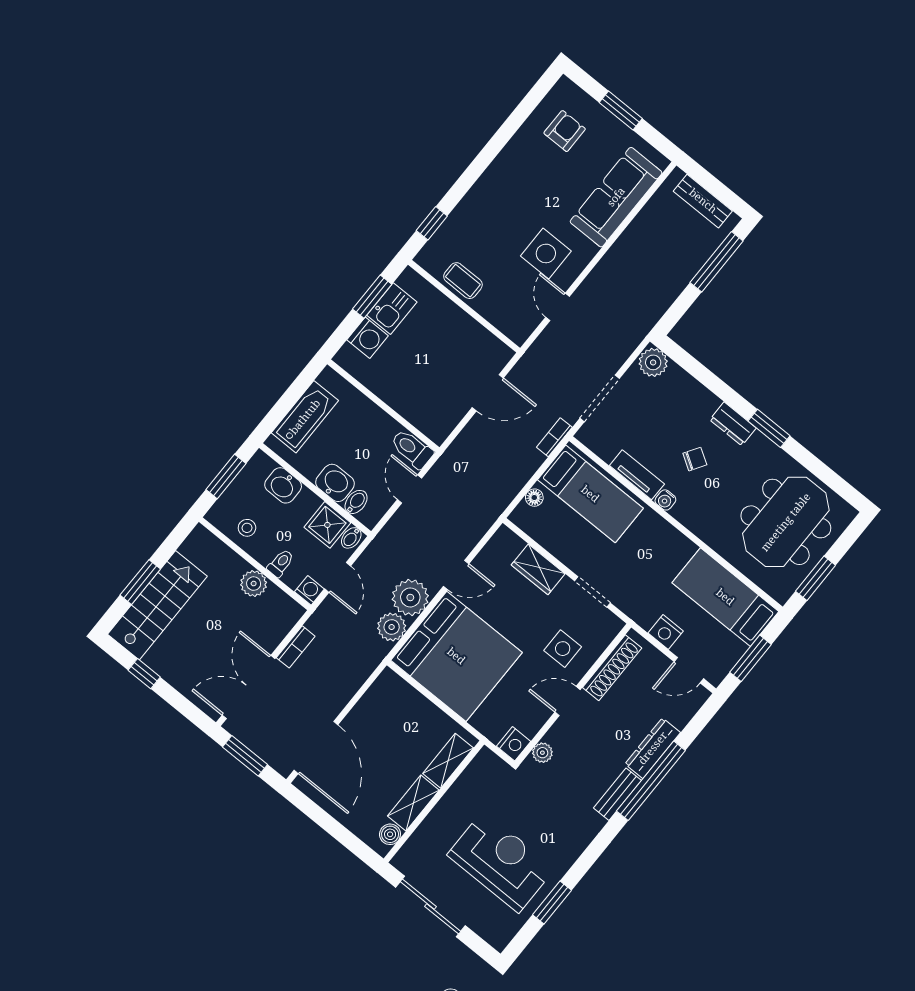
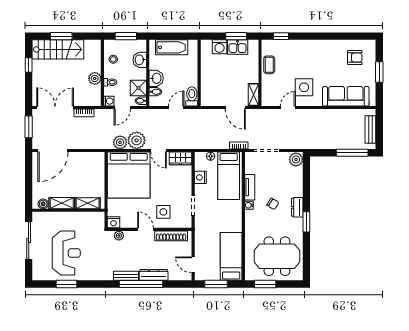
shelving: (491, 346) -> (253, 95), added
wardrobe: (538, 569) -> (181, 158), moved, turned -90
nightstand: (666, 632) -> (200, 177), moved

